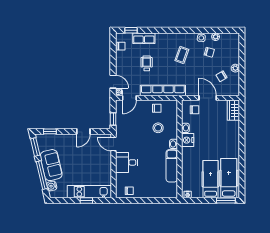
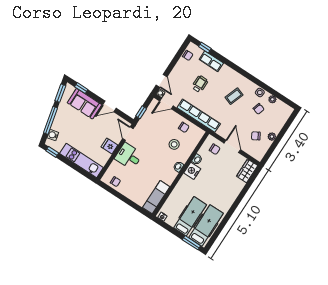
fridge: (105, 164) -> (109, 146), added
sofa: (51, 165) -> (84, 104), moved, turned 103
exam couch: (172, 166) -> (156, 197), moved
window: (86, 200) -> (52, 152), moved

